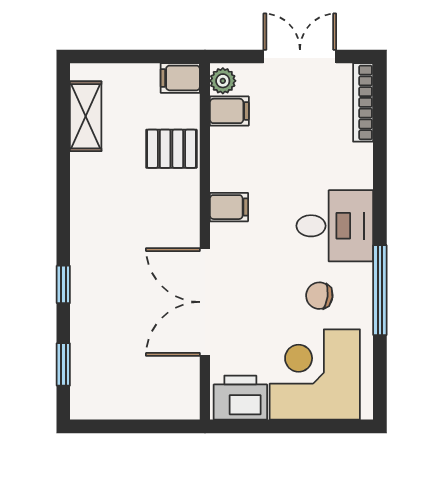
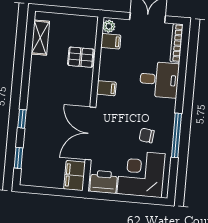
filing cabinet: (180, 78) -> (75, 176), moved, width x2.00
desk: (335, 226) -> (159, 80), moved

